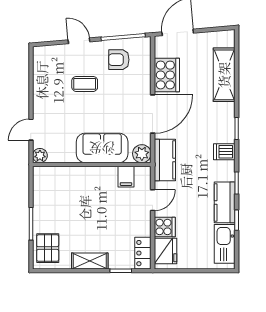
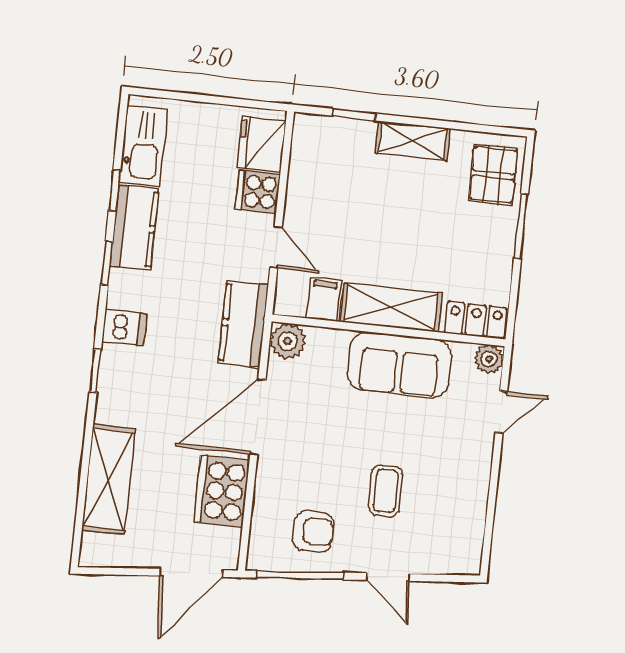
coffee table: (85, 84) -> (386, 491), turned 90
sofa: (102, 148) -> (400, 365), moved
shelving: (92, 176) -> (391, 307), added
door: (153, 200) -> (276, 247), swing flipped
locker: (143, 253) -> (476, 320), moved, turned -90

